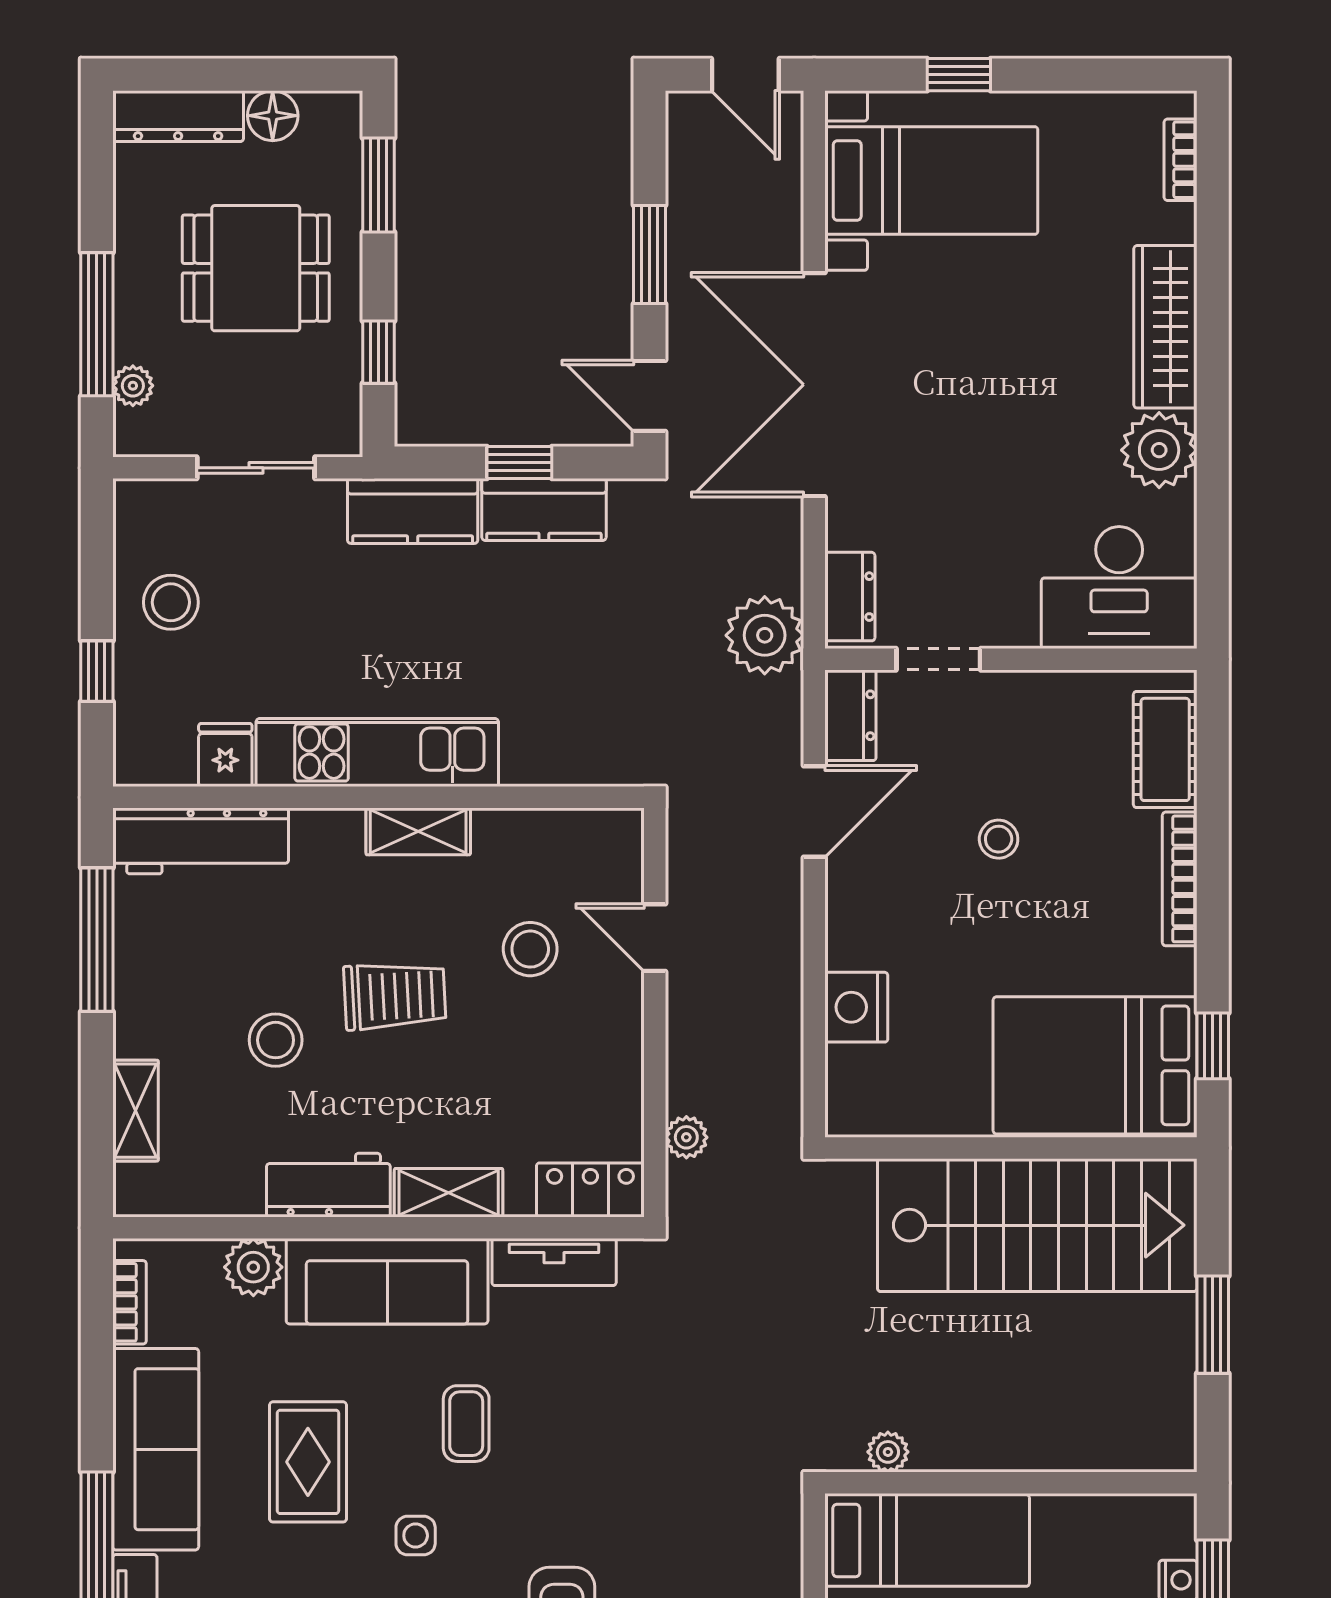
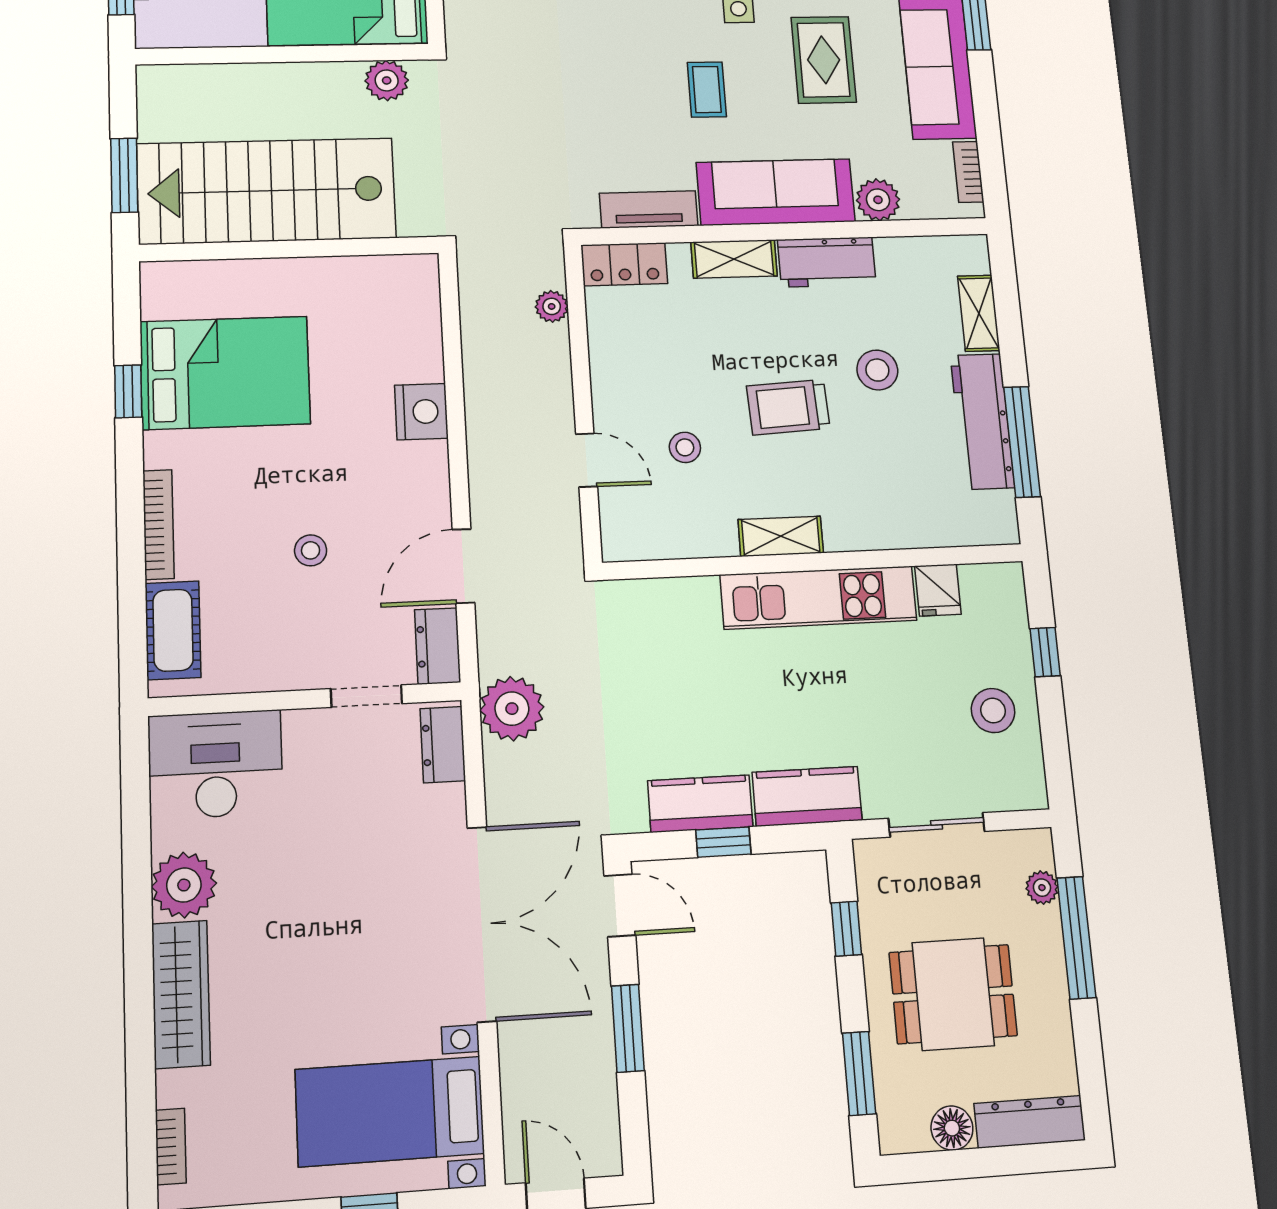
workbench: (201, 841) -> (982, 421), moved, turned -90
stool: (530, 949) -> (685, 447), width x0.73, depth x0.73
wall: (1011, 1148) -> (290, 249), moved
stairs: (1037, 1225) -> (267, 191), moved
plant: (888, 1452) -> (387, 80), width x1.38, depth x1.38

